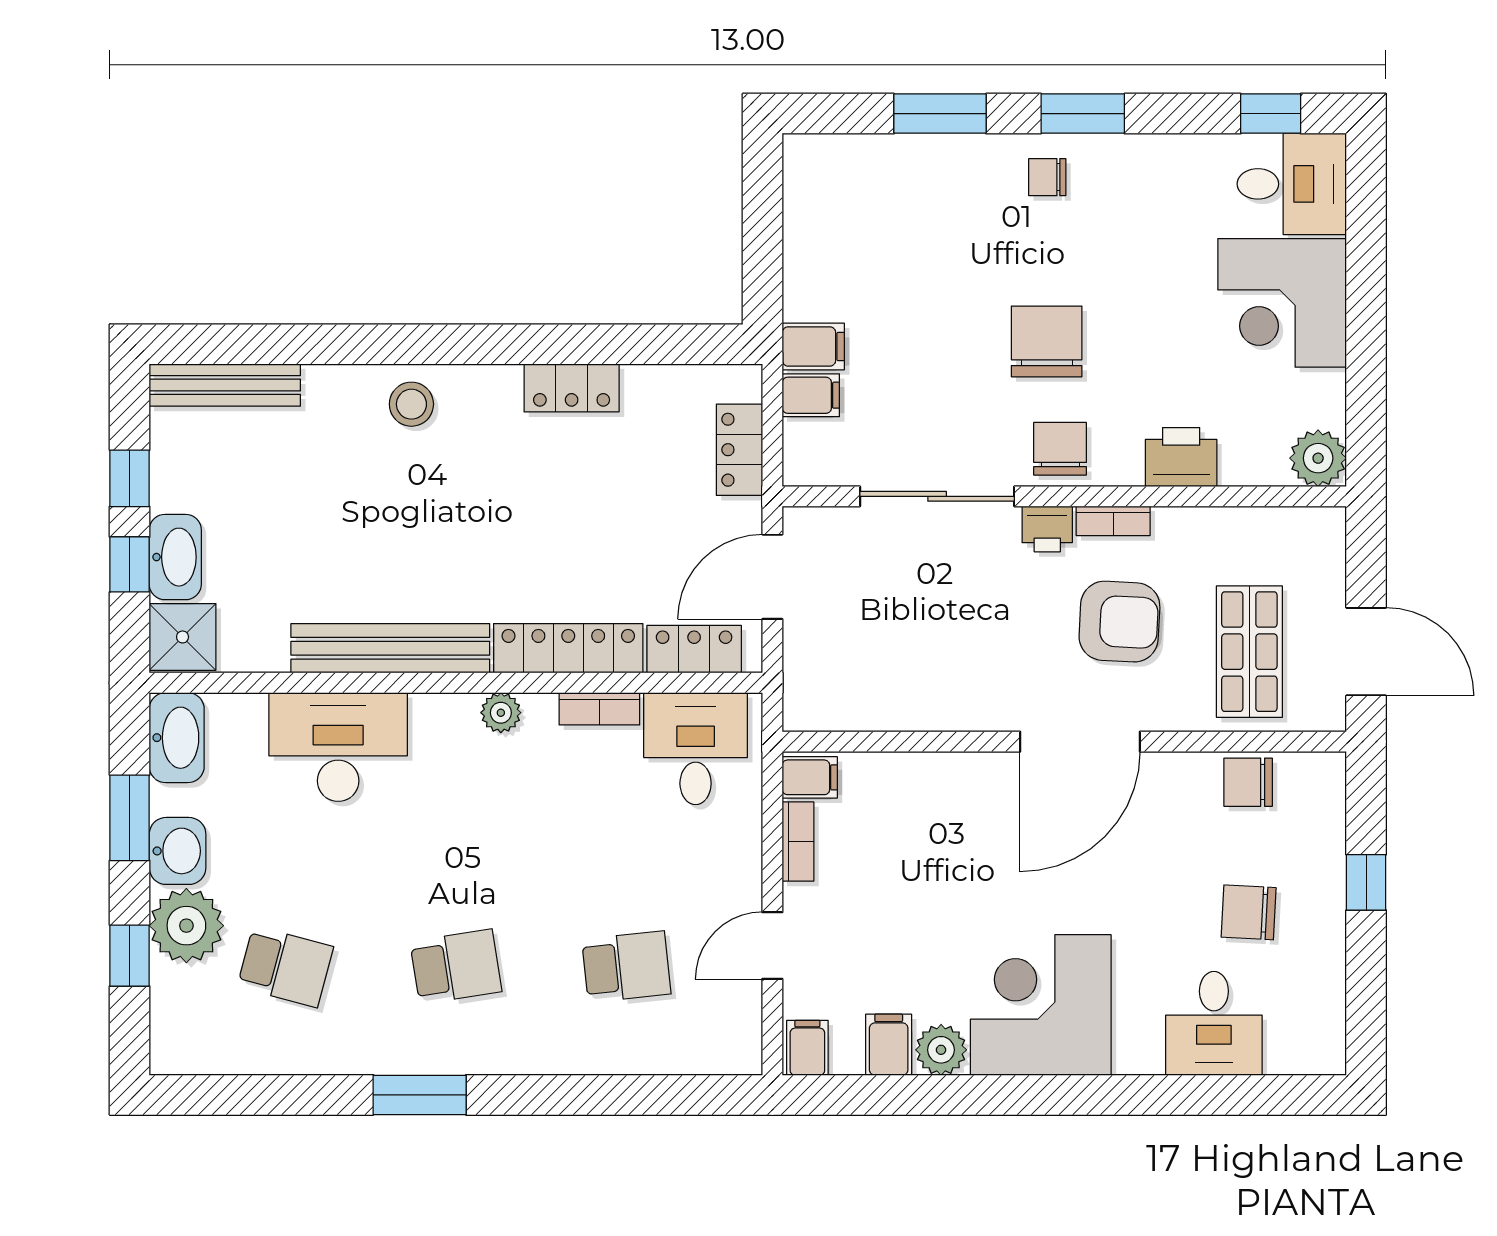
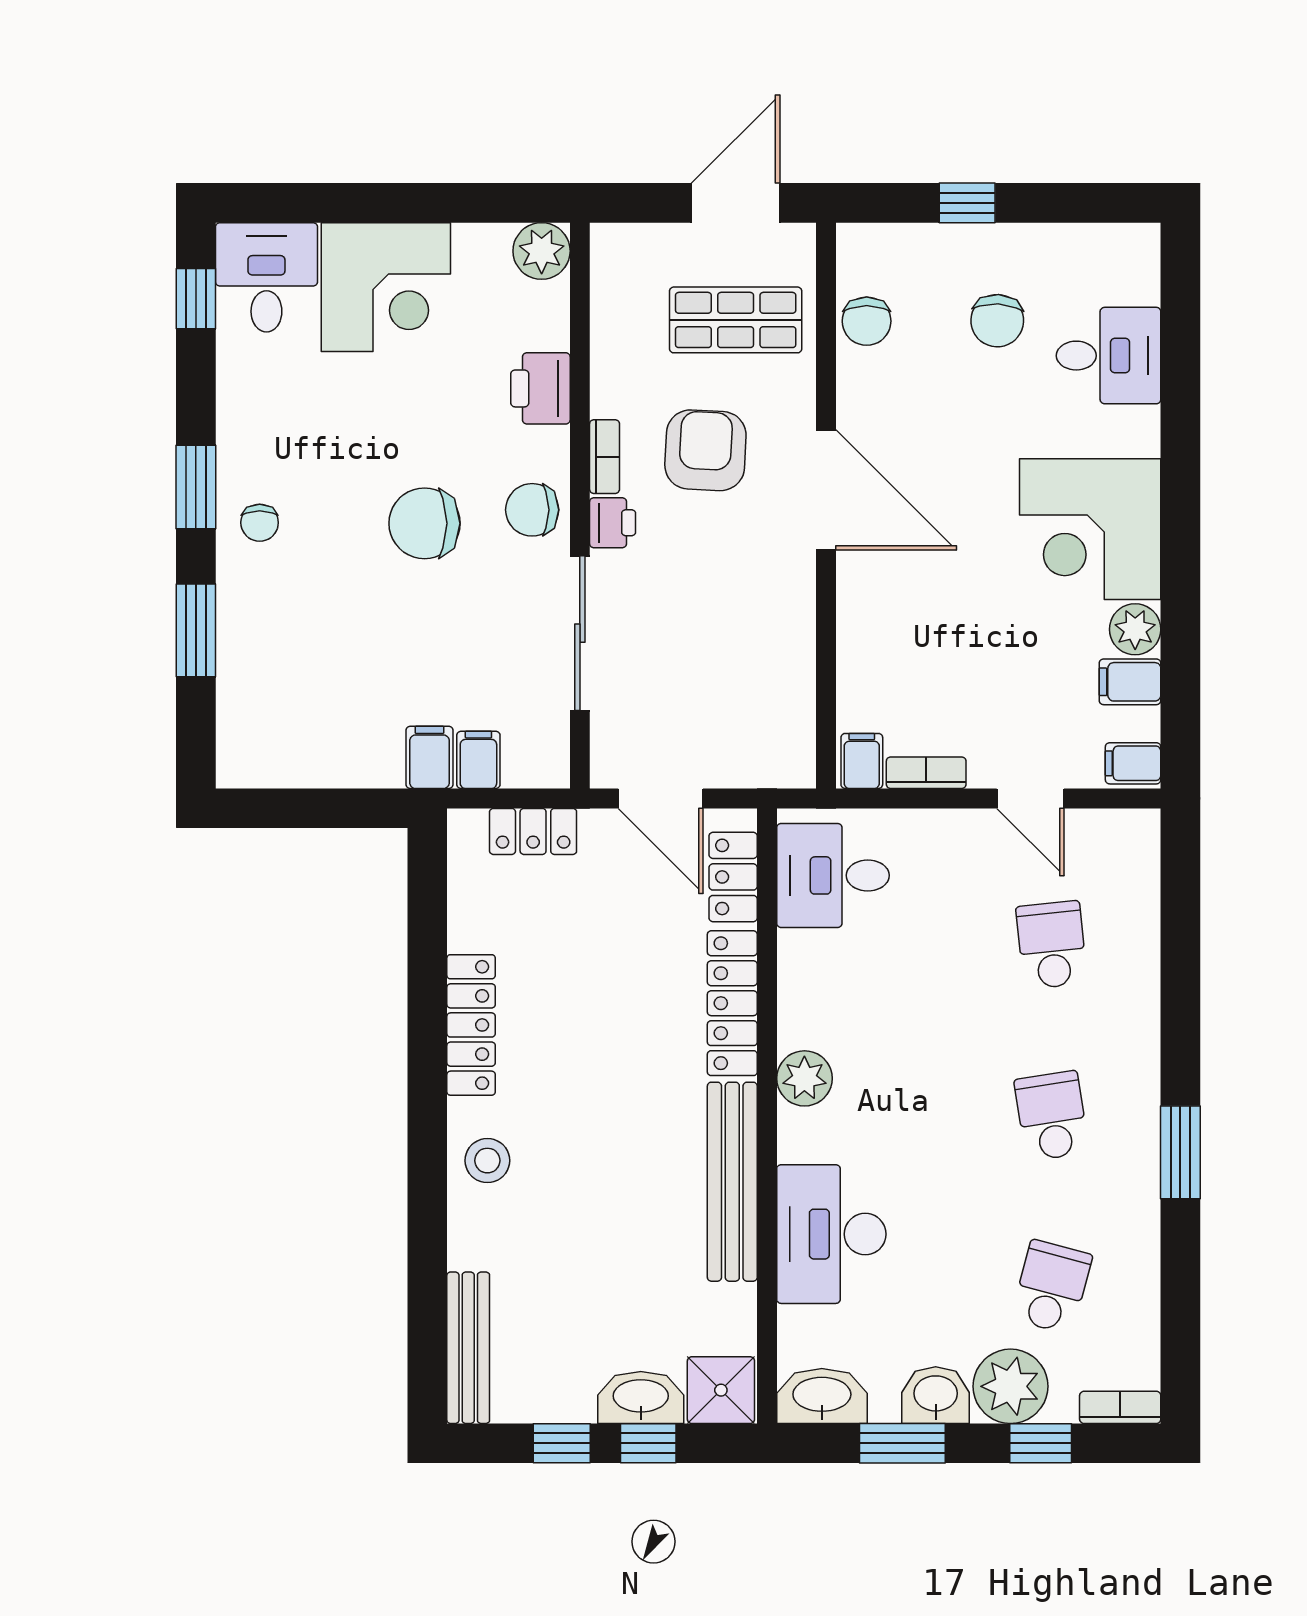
locker: (572, 388) -> (471, 1025), width x1.53
bookcase: (599, 709) -> (1120, 1407), moved, turned -90
plant: (501, 713) -> (804, 1078), width x1.38, depth x1.38

